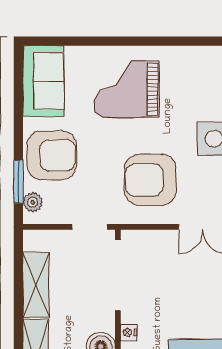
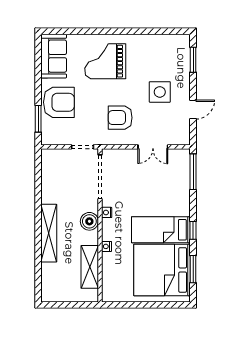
armchair: (150, 180) -> (120, 118), width x0.73, depth x0.73
plant: (33, 202) -> (47, 131), removed
shelving: (36, 285) -> (49, 183), removed

